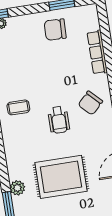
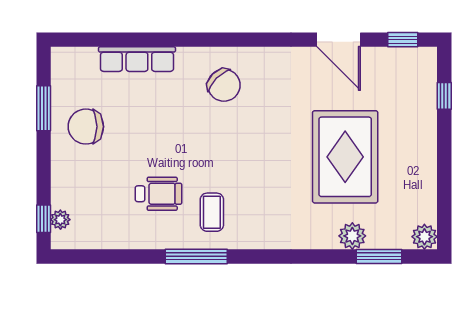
chair: (55, 30) -> (86, 127), turned 88
wheelchair: (59, 120) -> (158, 194), moved

